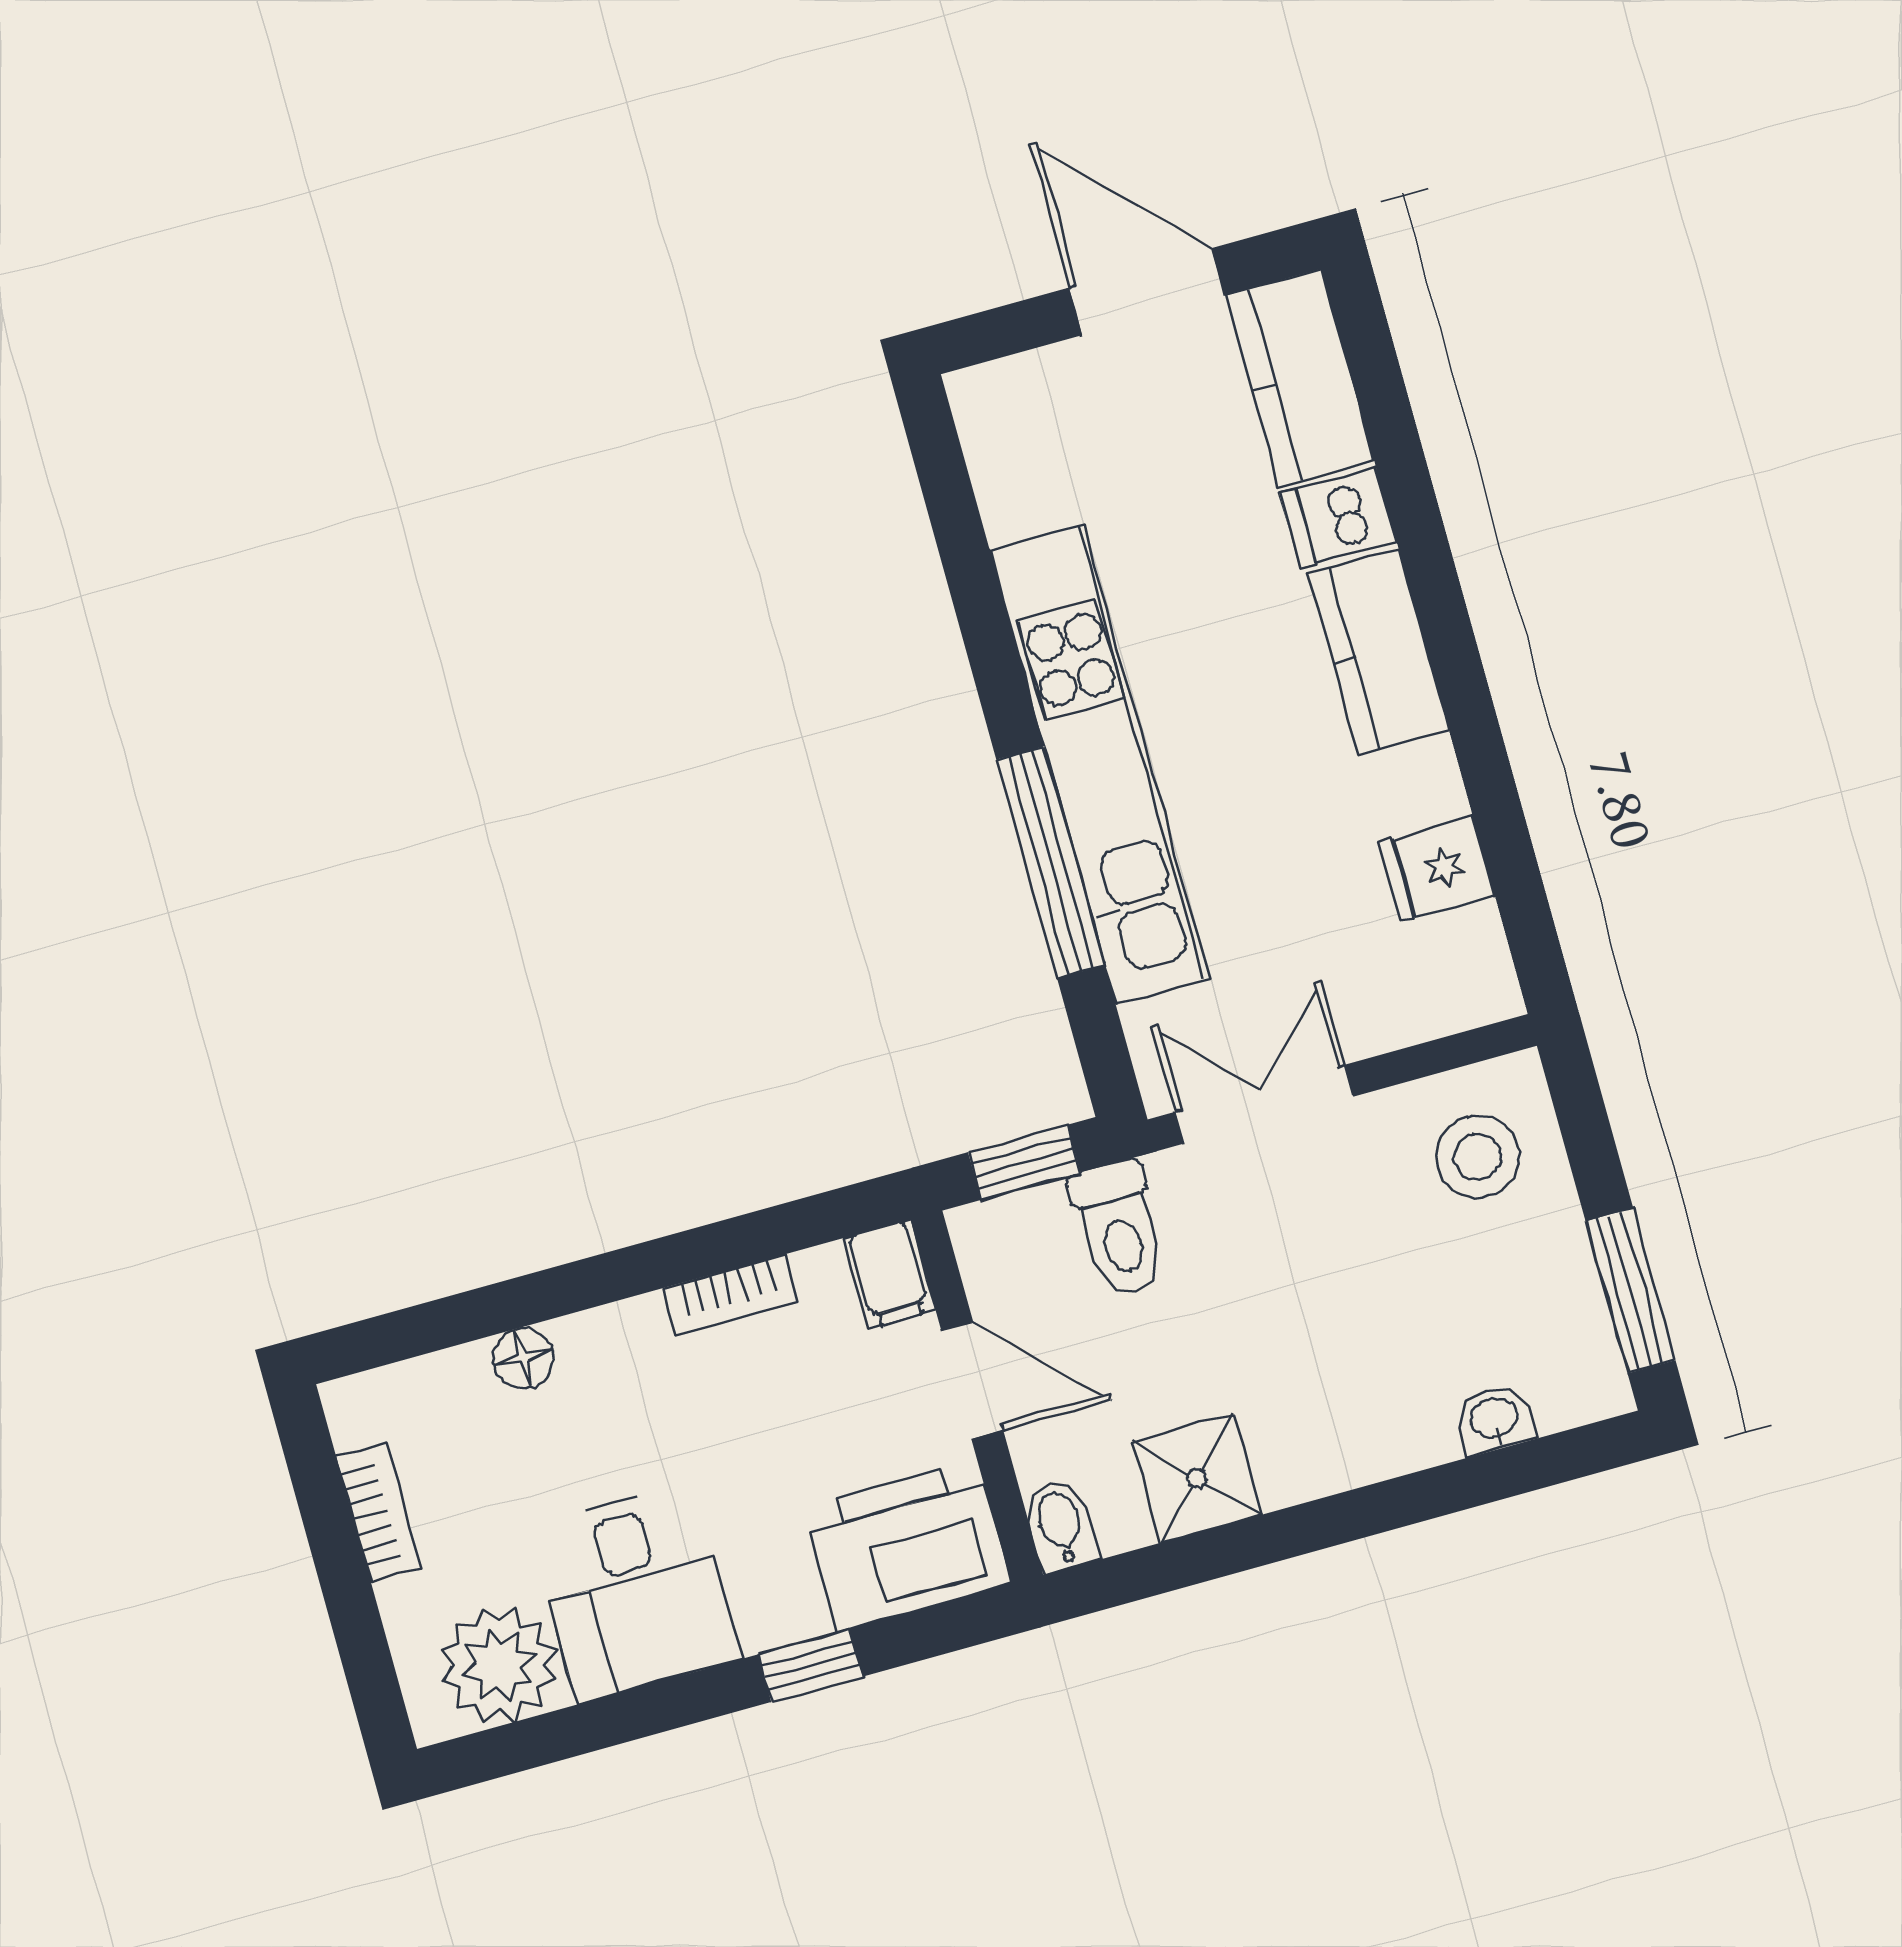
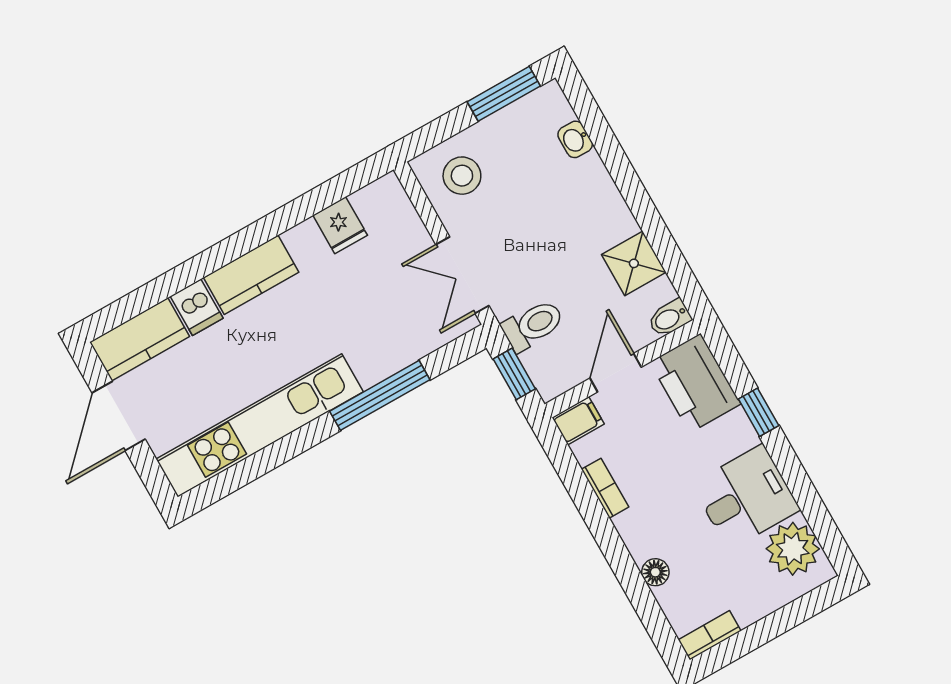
kitchen unit: (1100, 764) -> (260, 425), moved
bookcase: (379, 1513) -> (710, 635), moved

